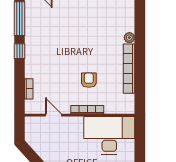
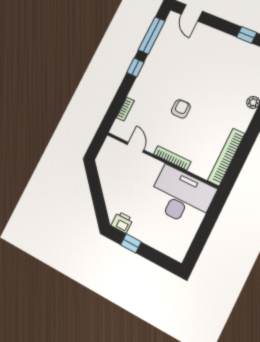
bookcase: (129, 69) -> (226, 157), moved
armchair: (89, 80) -> (181, 109), moved

